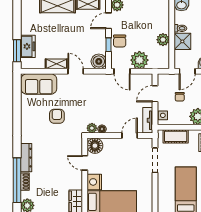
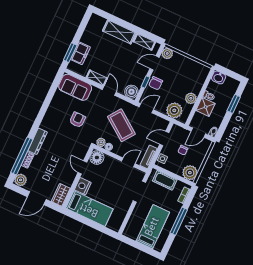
plant: (139, 60) -> (174, 110), moved
door: (122, 71) -> (146, 108), swing flipped
coffee table: (105, 101) -> (121, 125), added

